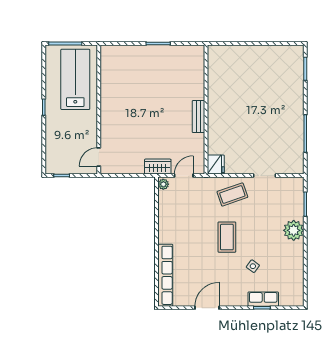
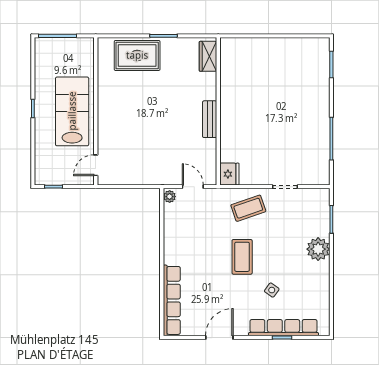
rug: (135, 61) -> (137, 55), added
lab bench: (75, 79) -> (72, 111), moved
wardrobe: (158, 167) -> (208, 56), moved, turned -90
door: (184, 176) -> (193, 187), hinge flipped
row of seats: (263, 299) -> (284, 328), width x2.02

